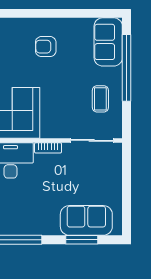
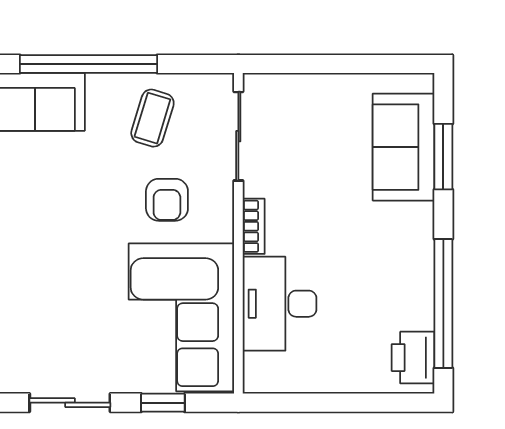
armchair: (46, 47) -> (167, 200), moved
coffee table: (100, 99) -> (152, 118), turned -73

